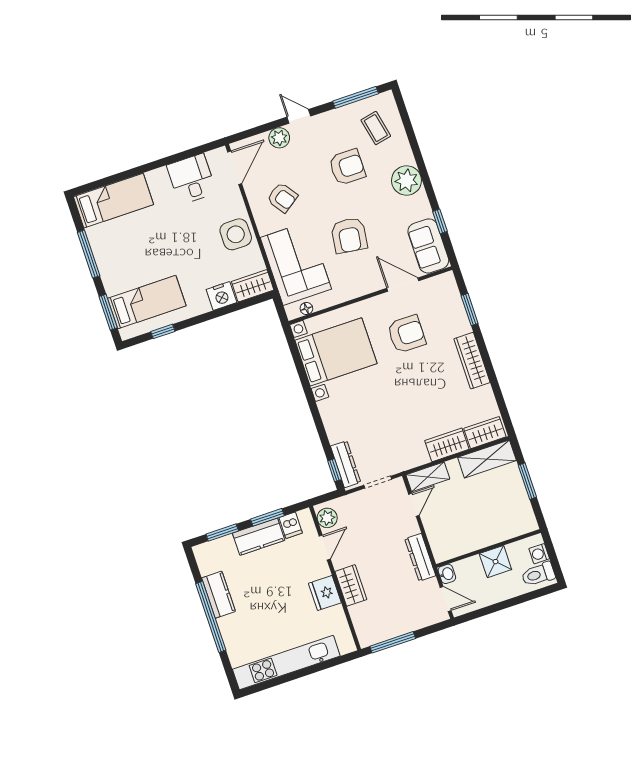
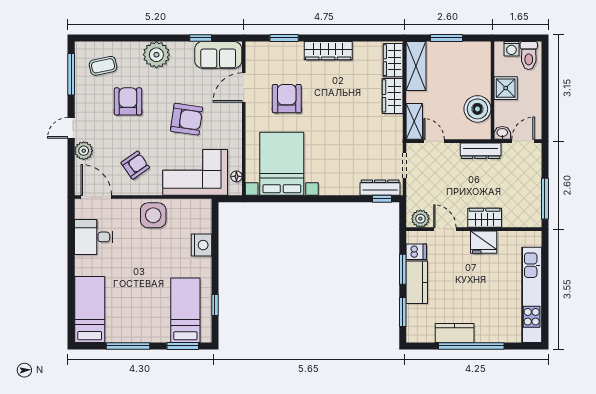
wardrobe: (253, 286) -> (202, 216), removed
boiler: (463, 539) -> (477, 109), added

